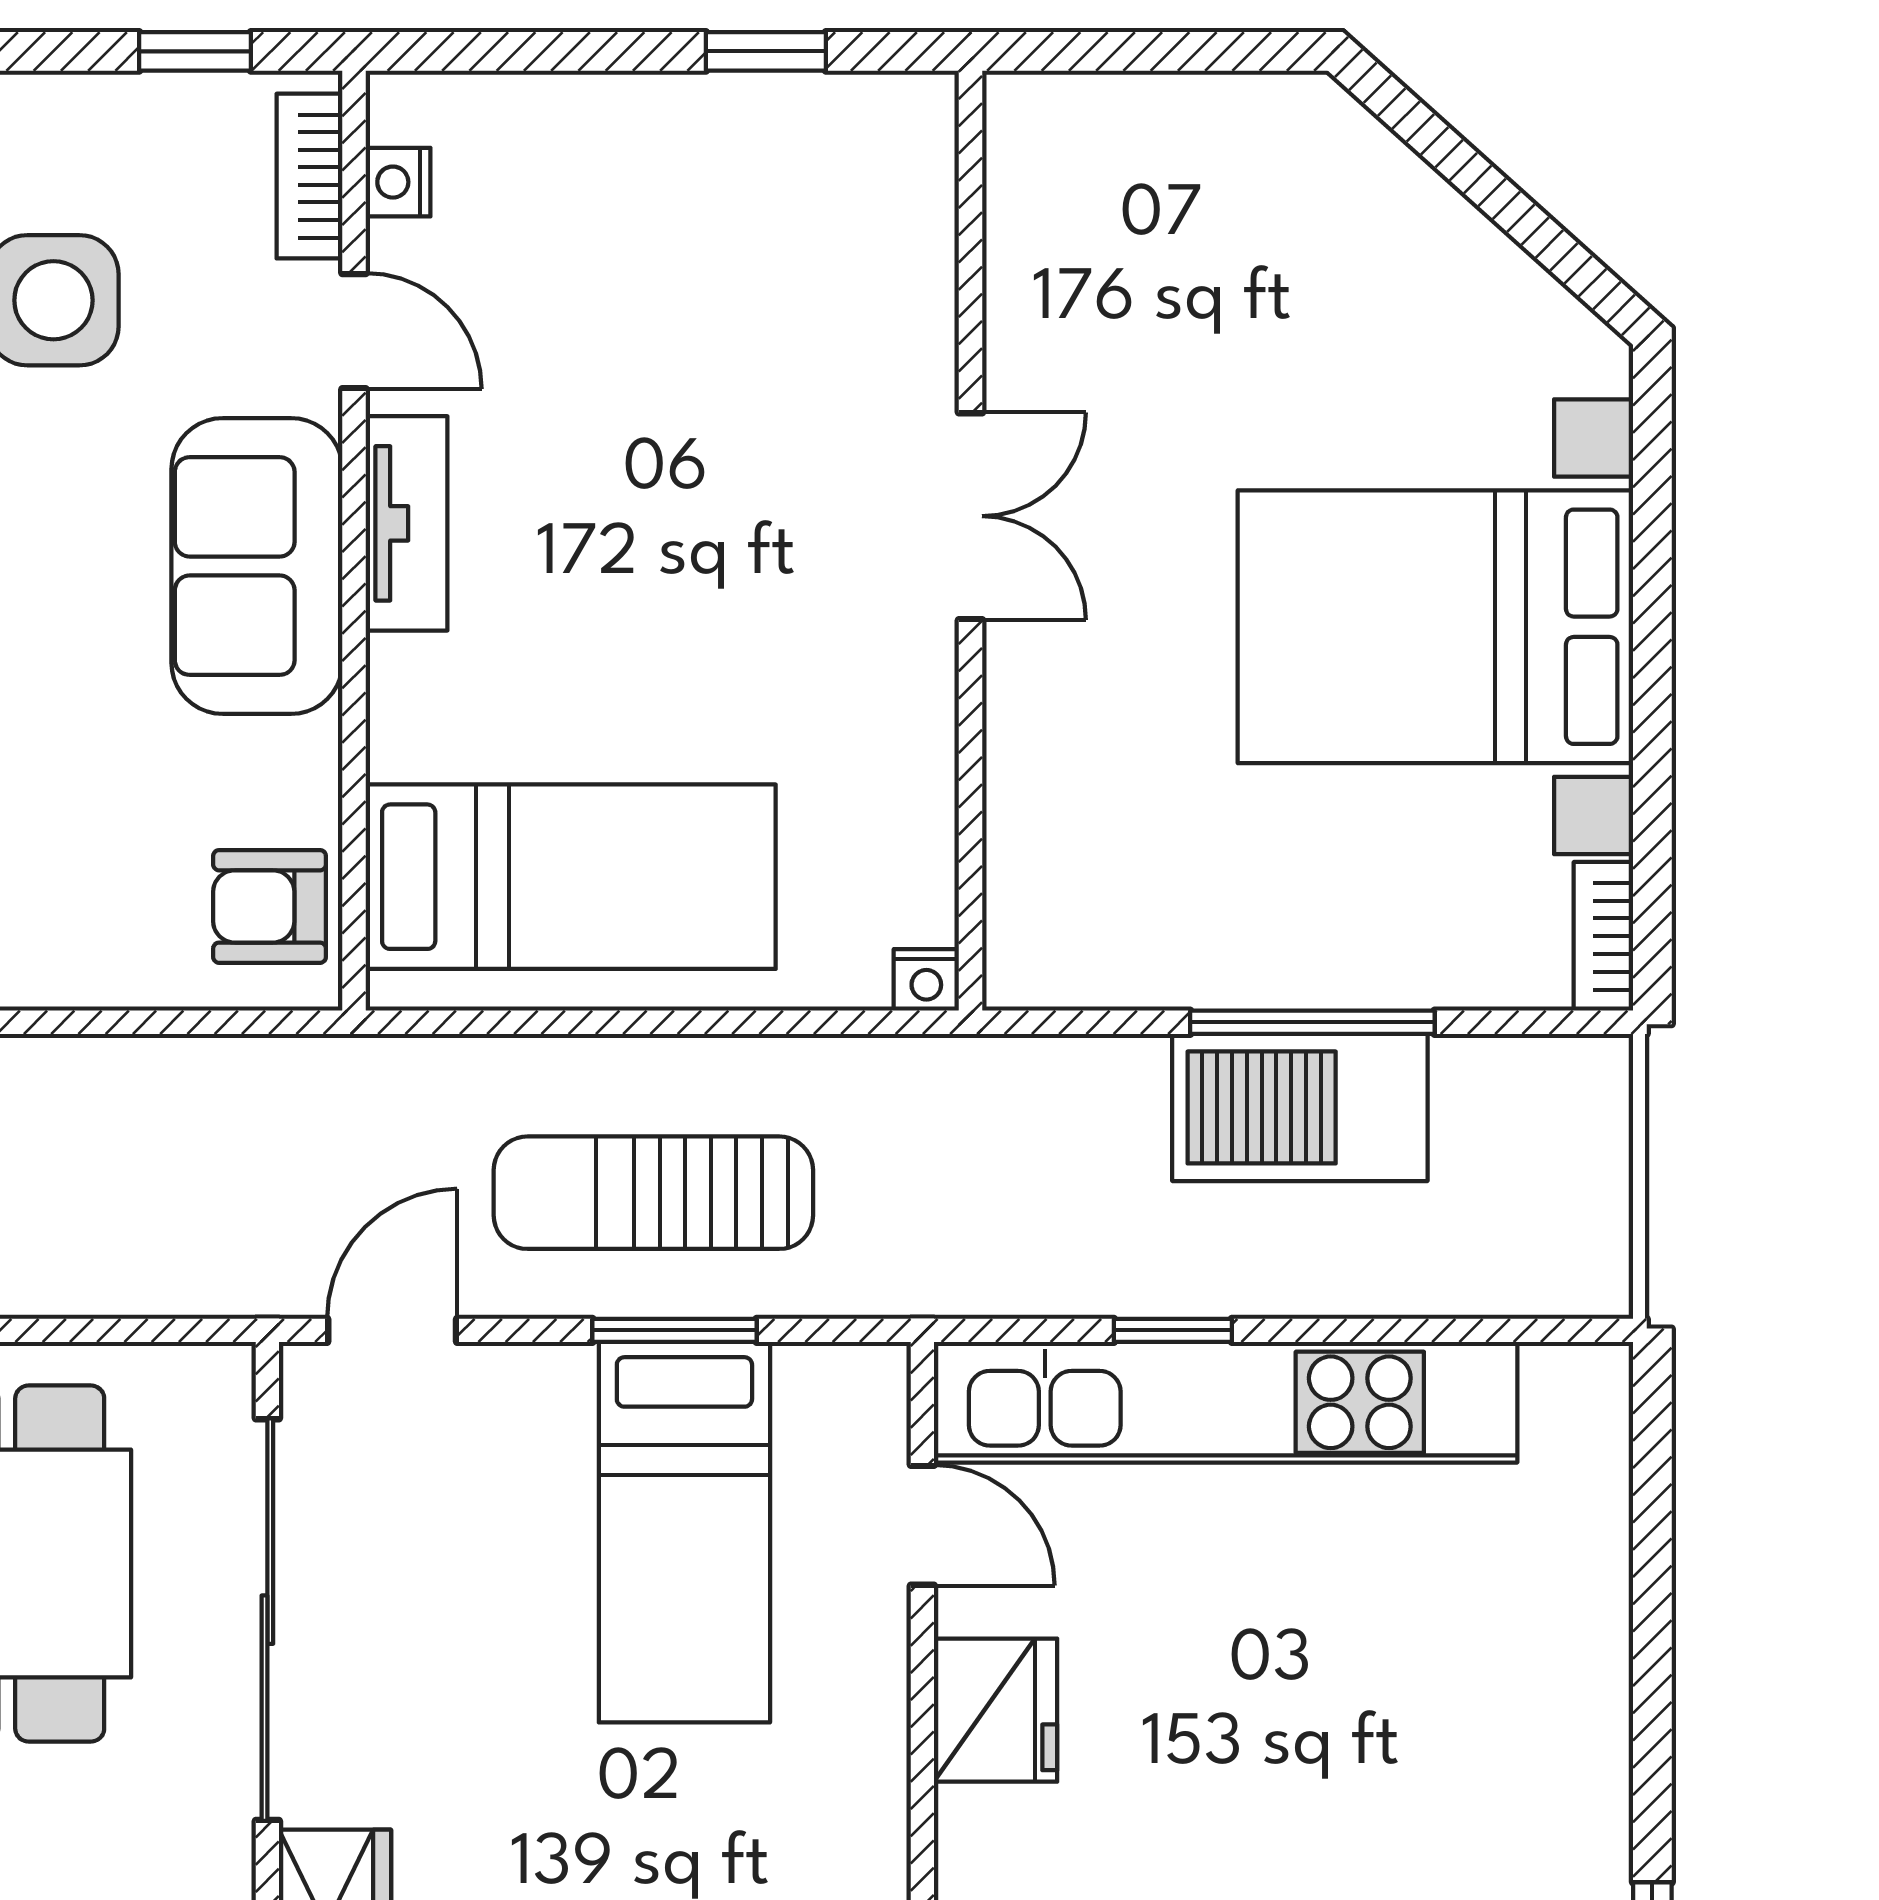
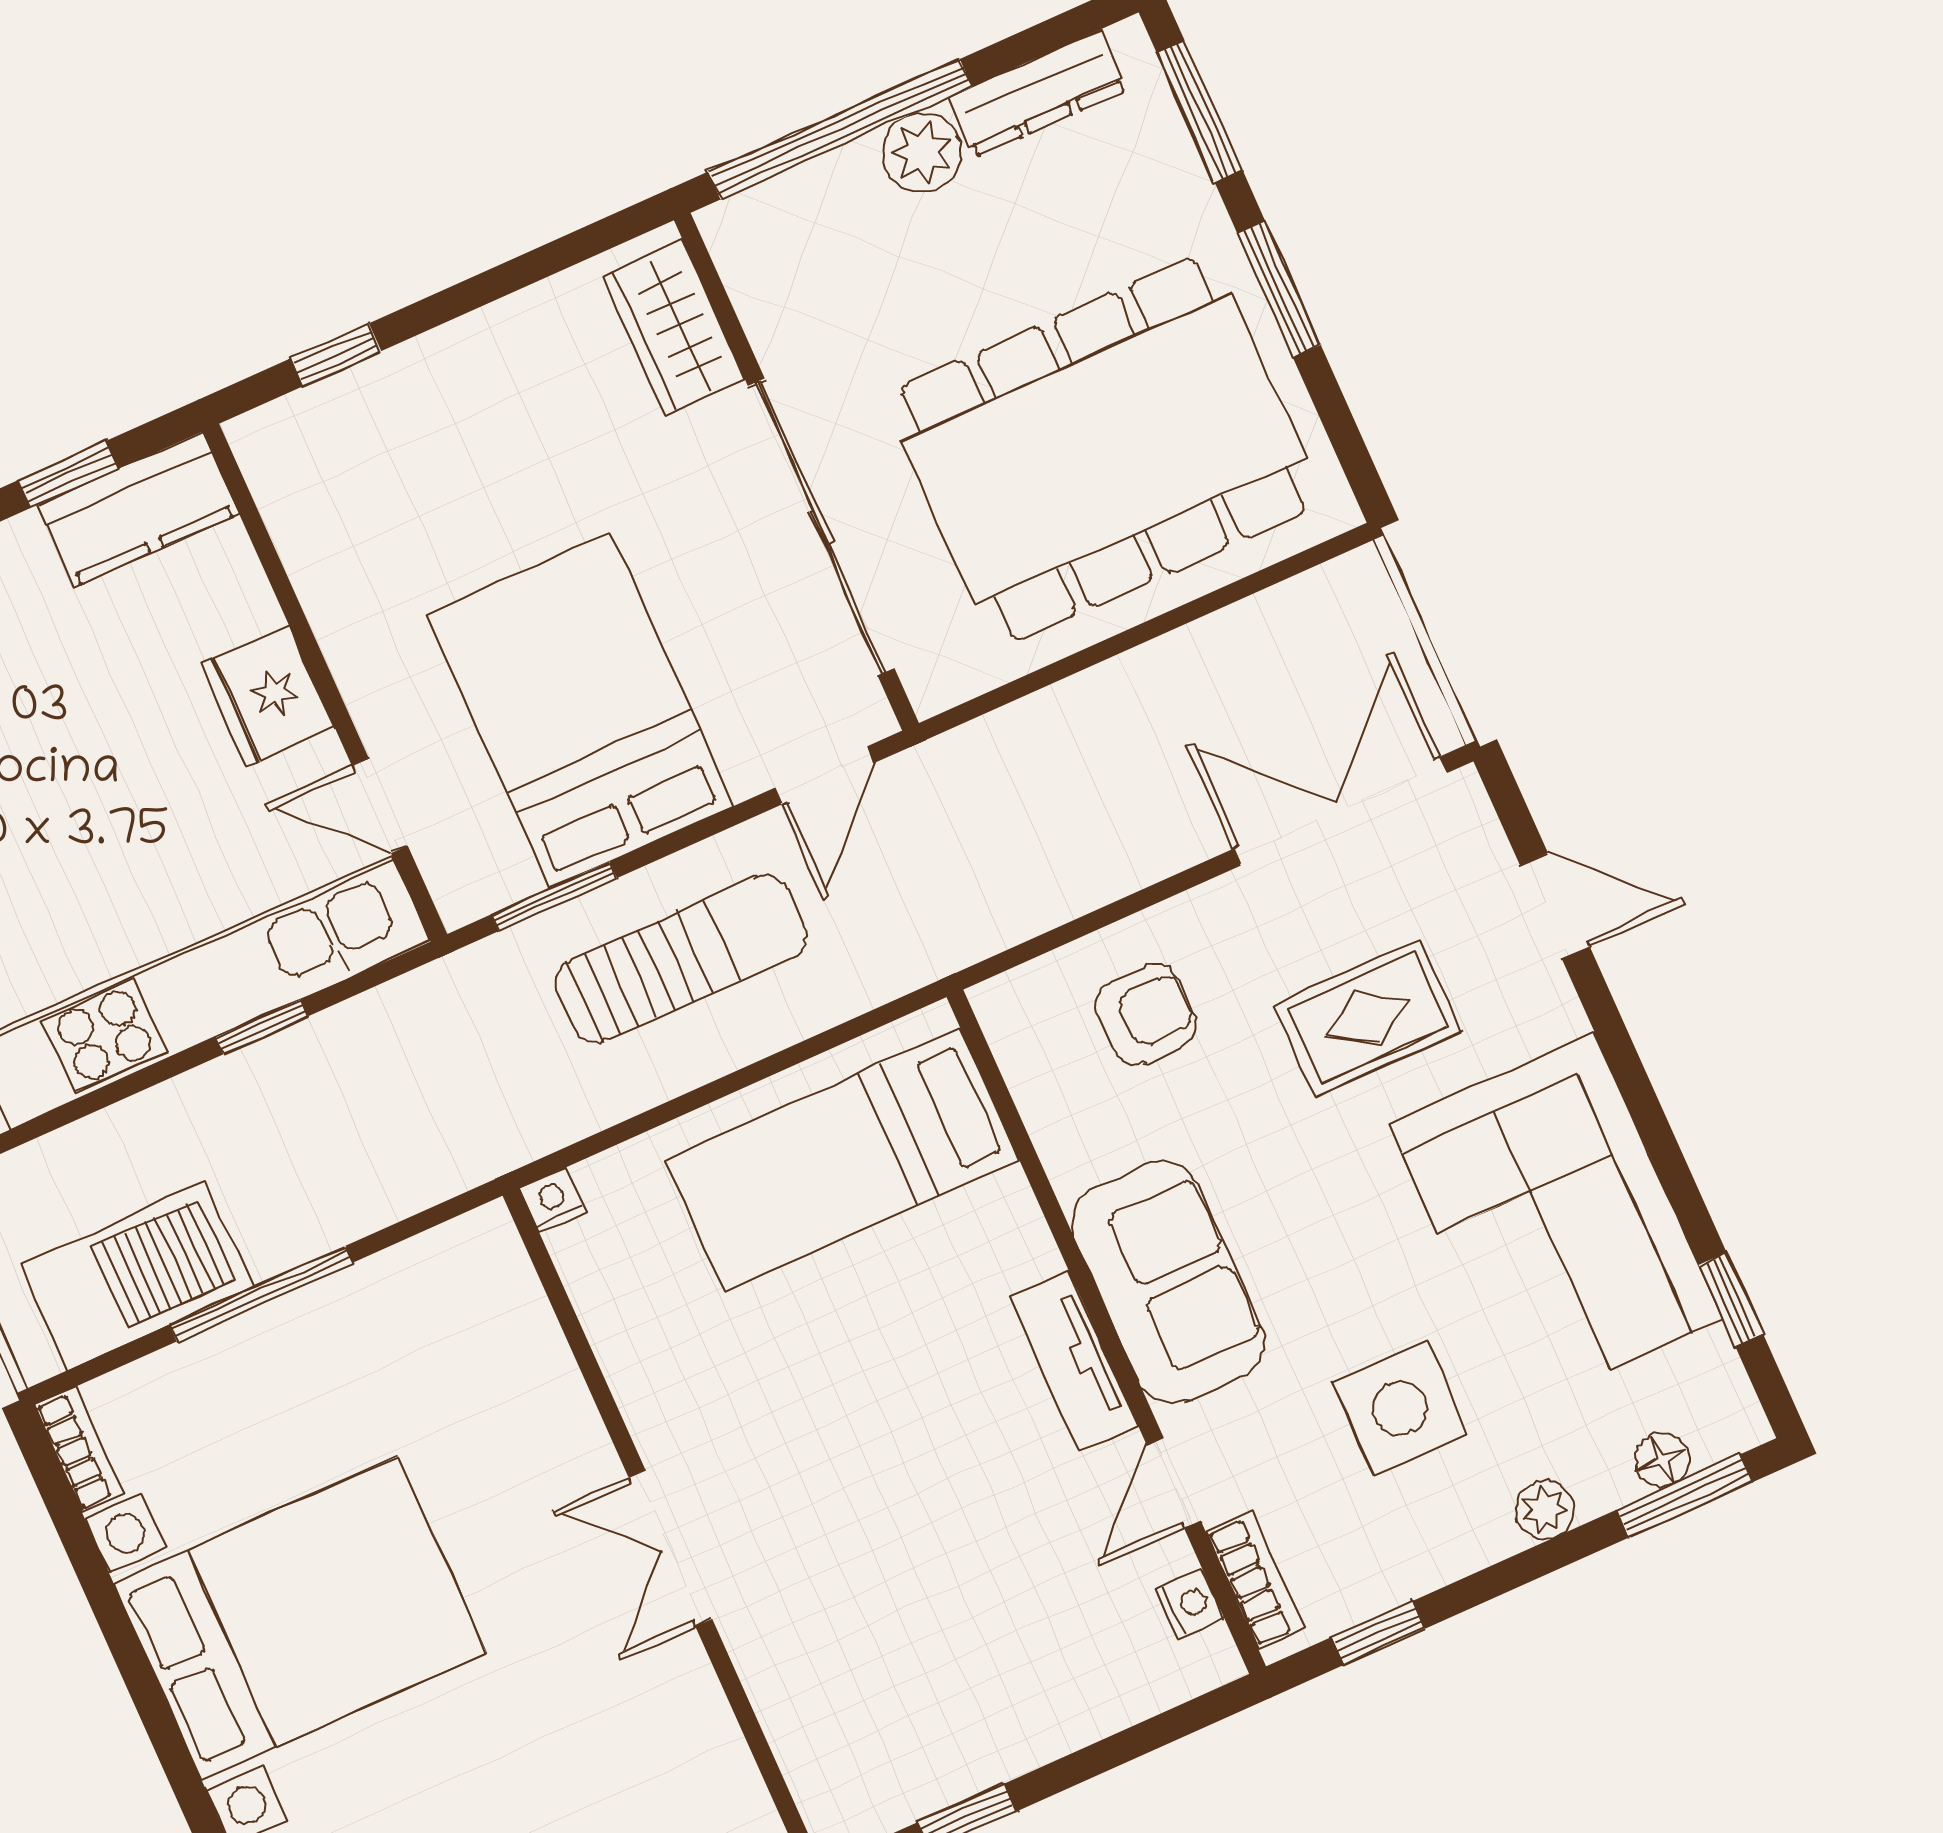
door: (354, 331) -> (1174, 1483), hinge flipped
armchair: (270, 906) -> (1146, 1015), moved
barbecue: (1300, 1107) -> (136, 1276), moved
window: (675, 1330) -> (554, 896), moved
bed: (684, 1532) -> (580, 710), width x1.50

